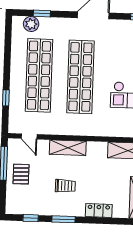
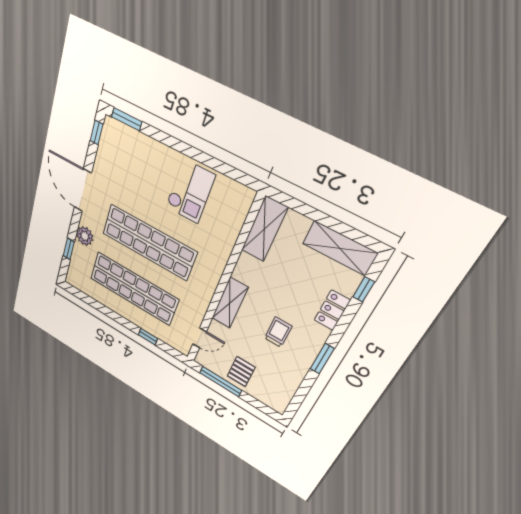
plant: (31, 24) -> (85, 236), moved
pallet: (21, 174) -> (241, 372), turned 90
window: (31, 218) -> (364, 289), moved

